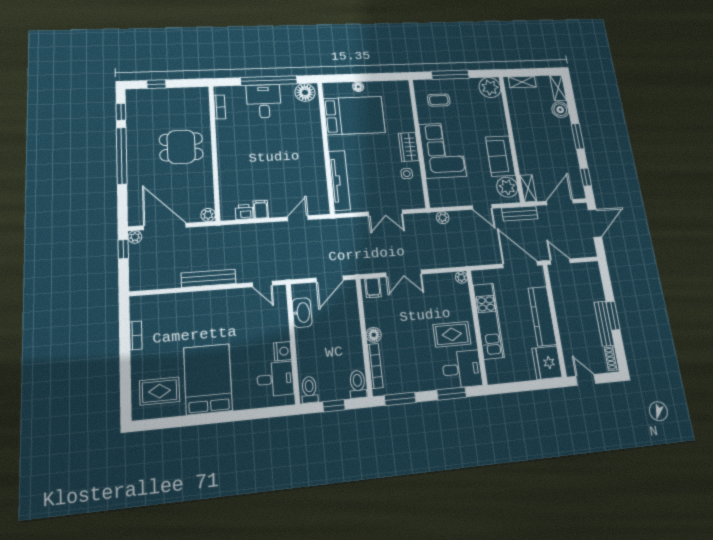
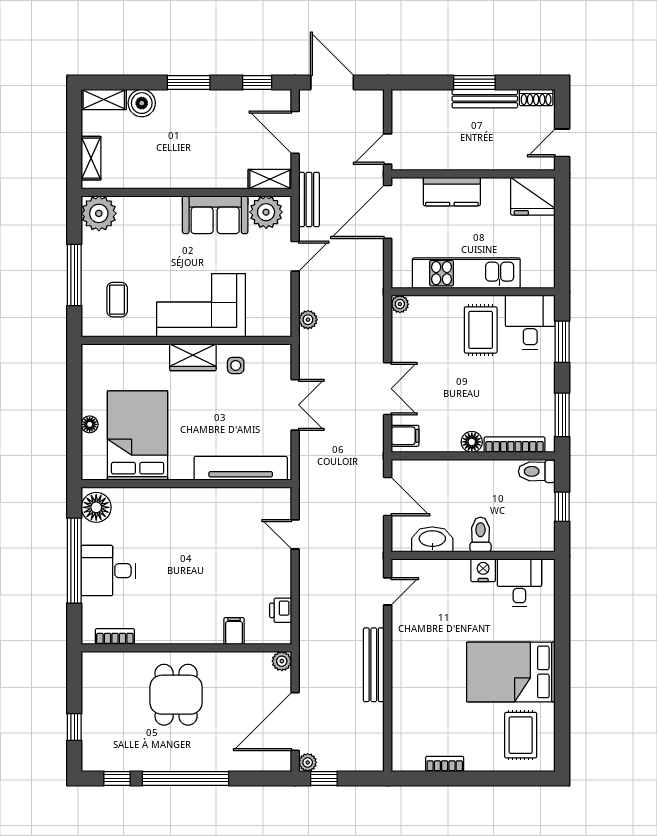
filing cabinet: (261, 209) -> (234, 631), moved, turned 90
kitchen counter: (542, 316) -> (452, 192), width x0.67
toilet: (309, 390) -> (480, 535), moved, turned 90

